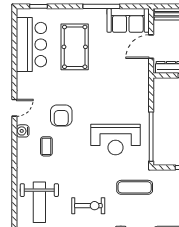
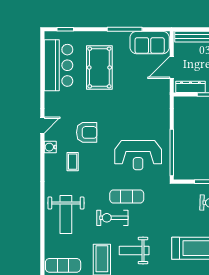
armchair: (61, 116) -> (87, 132), turned -90
exercise mat: (135, 187) -> (127, 197), moved
exercise bike: (88, 206) -> (112, 218), turned 180

